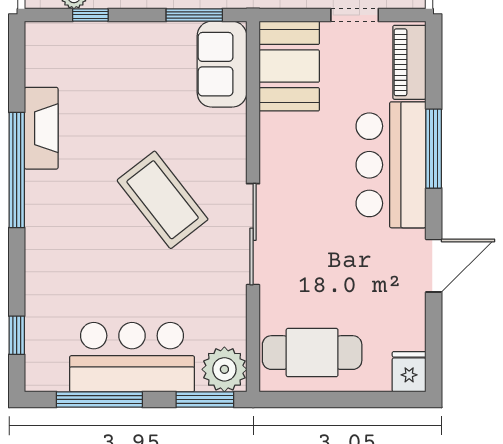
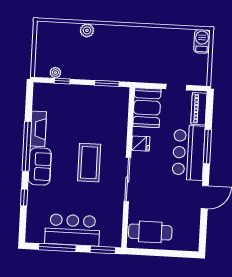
sofa: (222, 64) -> (40, 166), moved, turned 180
coffee table: (163, 200) -> (89, 163), turned 38
window: (17, 335) -> (24, 198), moved
plant: (224, 369) -> (112, 237), removed
fridge: (409, 372) -> (141, 144), moved, turned 90

